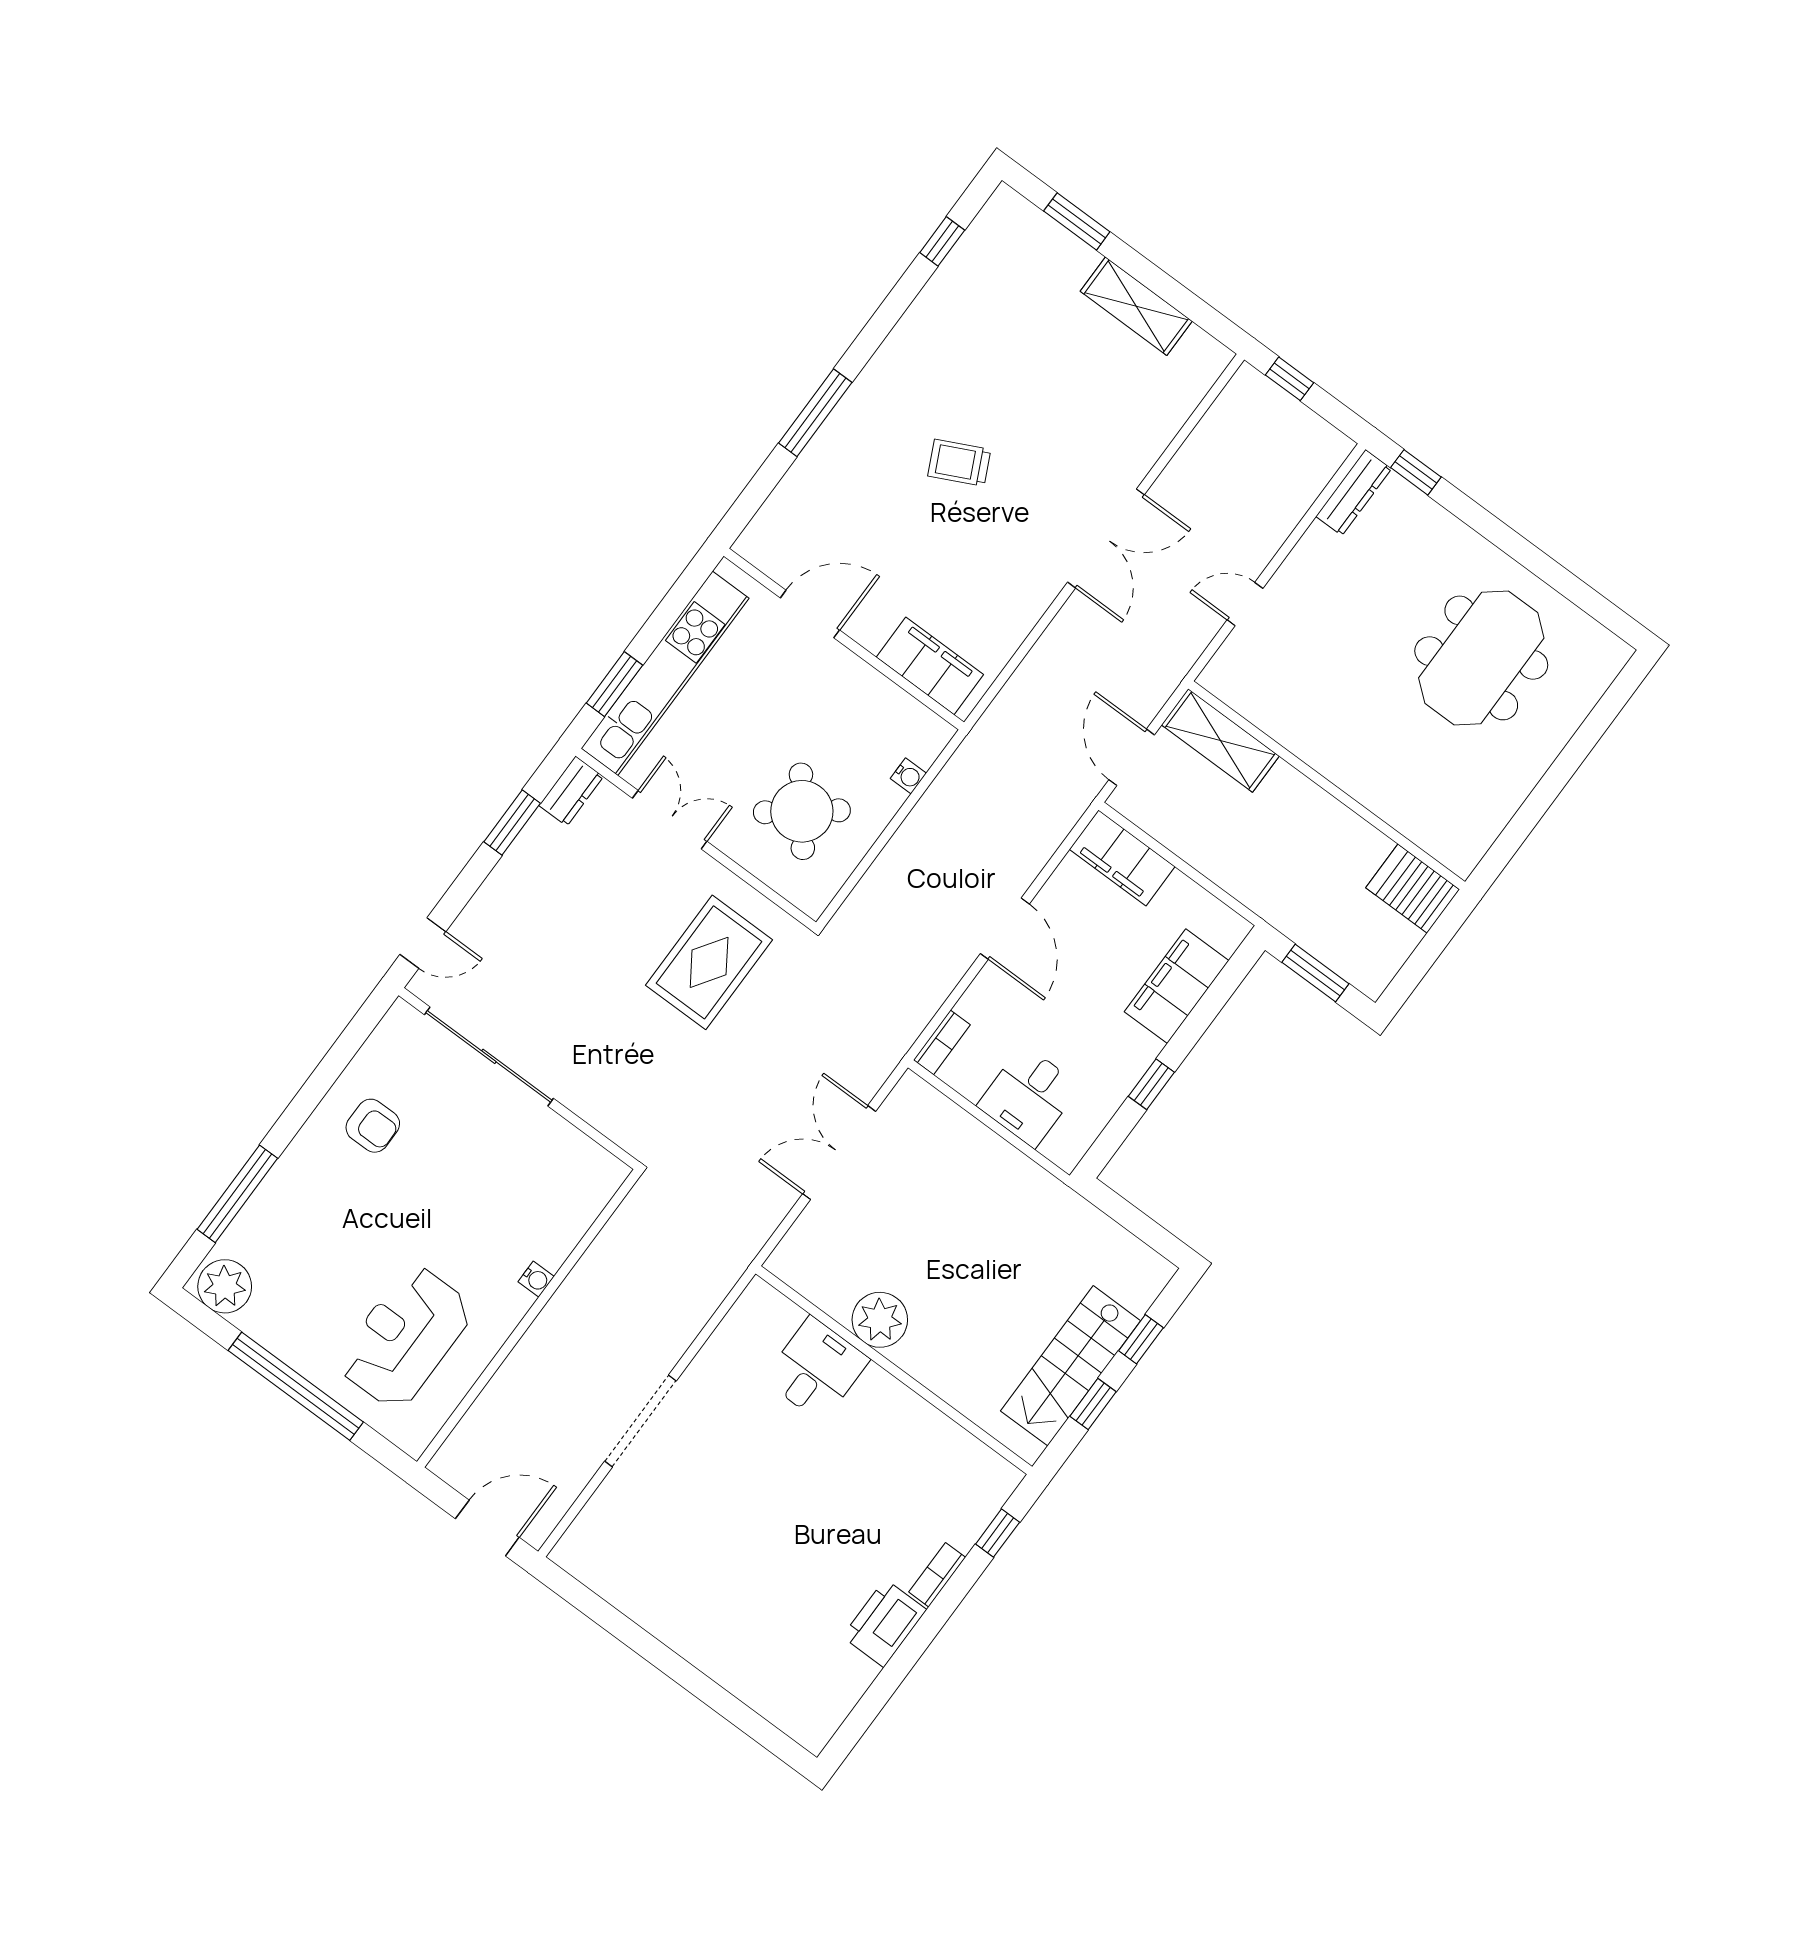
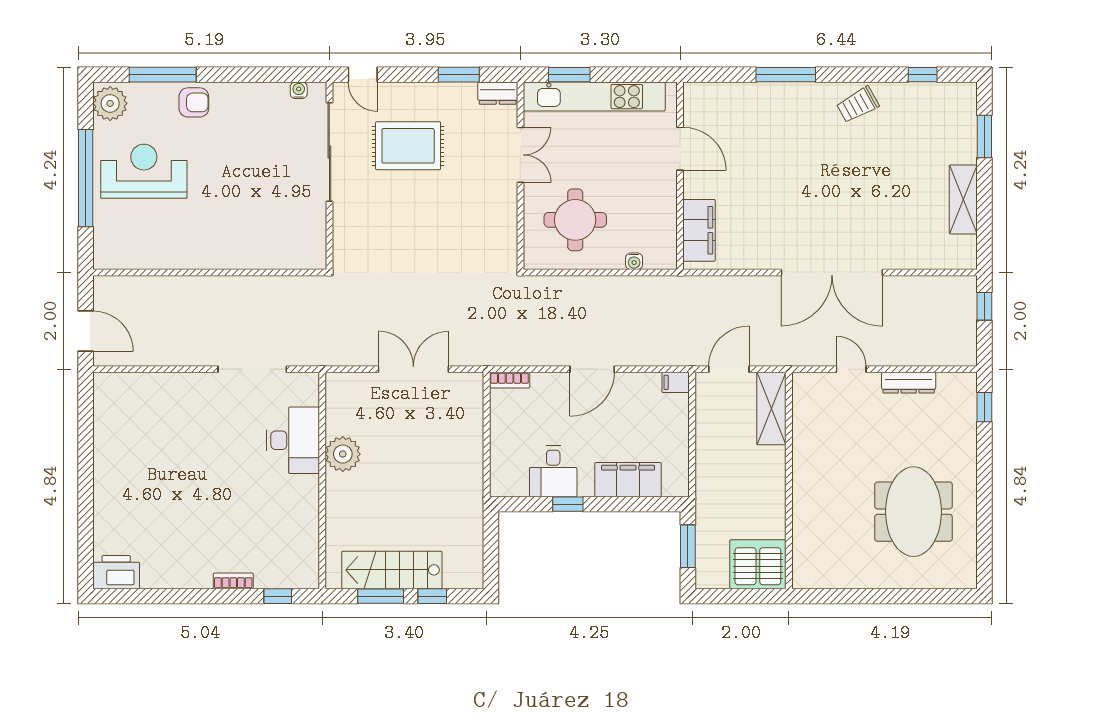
trolley: (959, 463) -> (858, 105), moved, turned -93
dresser: (1354, 492) -> (909, 383), moved
double door: (1106, 538) -> (832, 273), width x1.36
meeting table: (1481, 658) -> (913, 512), turned 90
round table: (802, 811) -> (575, 220), turned 38
filing cabinet: (1122, 858) -> (676, 382), width x0.33, depth x0.86
server rack: (1413, 889) -> (758, 564), width x1.60
rug: (709, 962) -> (408, 146), moved
desk: (1029, 1096) -> (553, 471), moved, turned -90
armchair: (373, 1126) -> (194, 102), moved, turned -90
water cooler: (536, 1279) -> (299, 90), moved, turned 180
reception desk: (405, 1337) -> (144, 171), moved
desk: (816, 1369) -> (293, 440), width x1.37
window: (1093, 1404) -> (381, 596), width x1.50
doorway: (641, 1421) -> (252, 369), moved
printer: (884, 1623) -> (116, 572), moved

